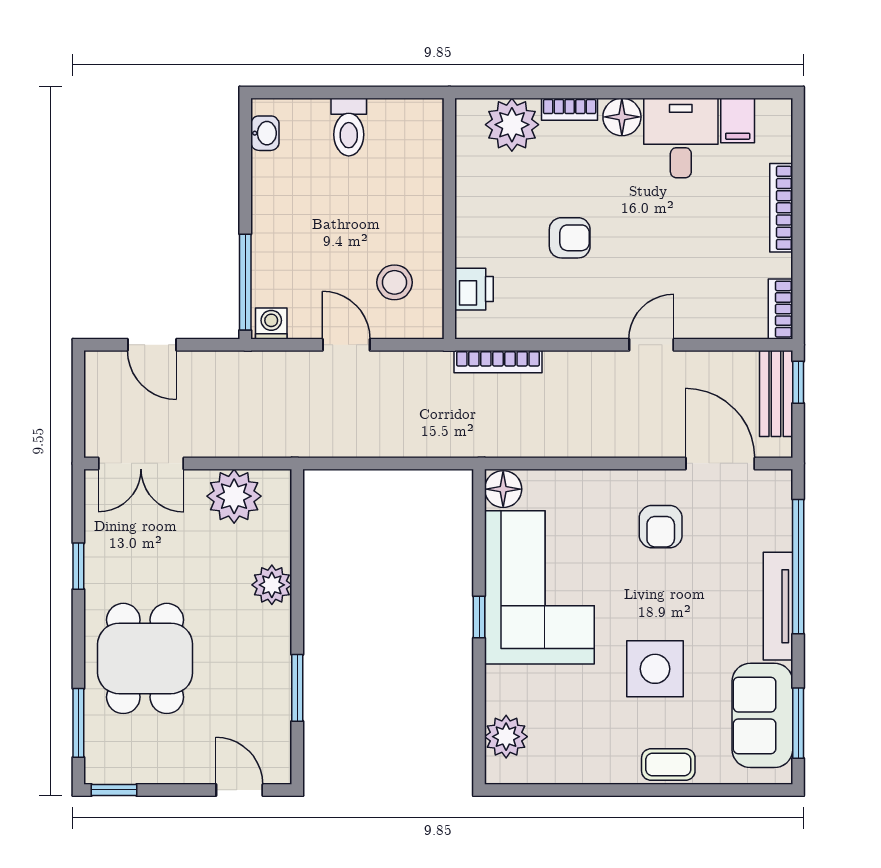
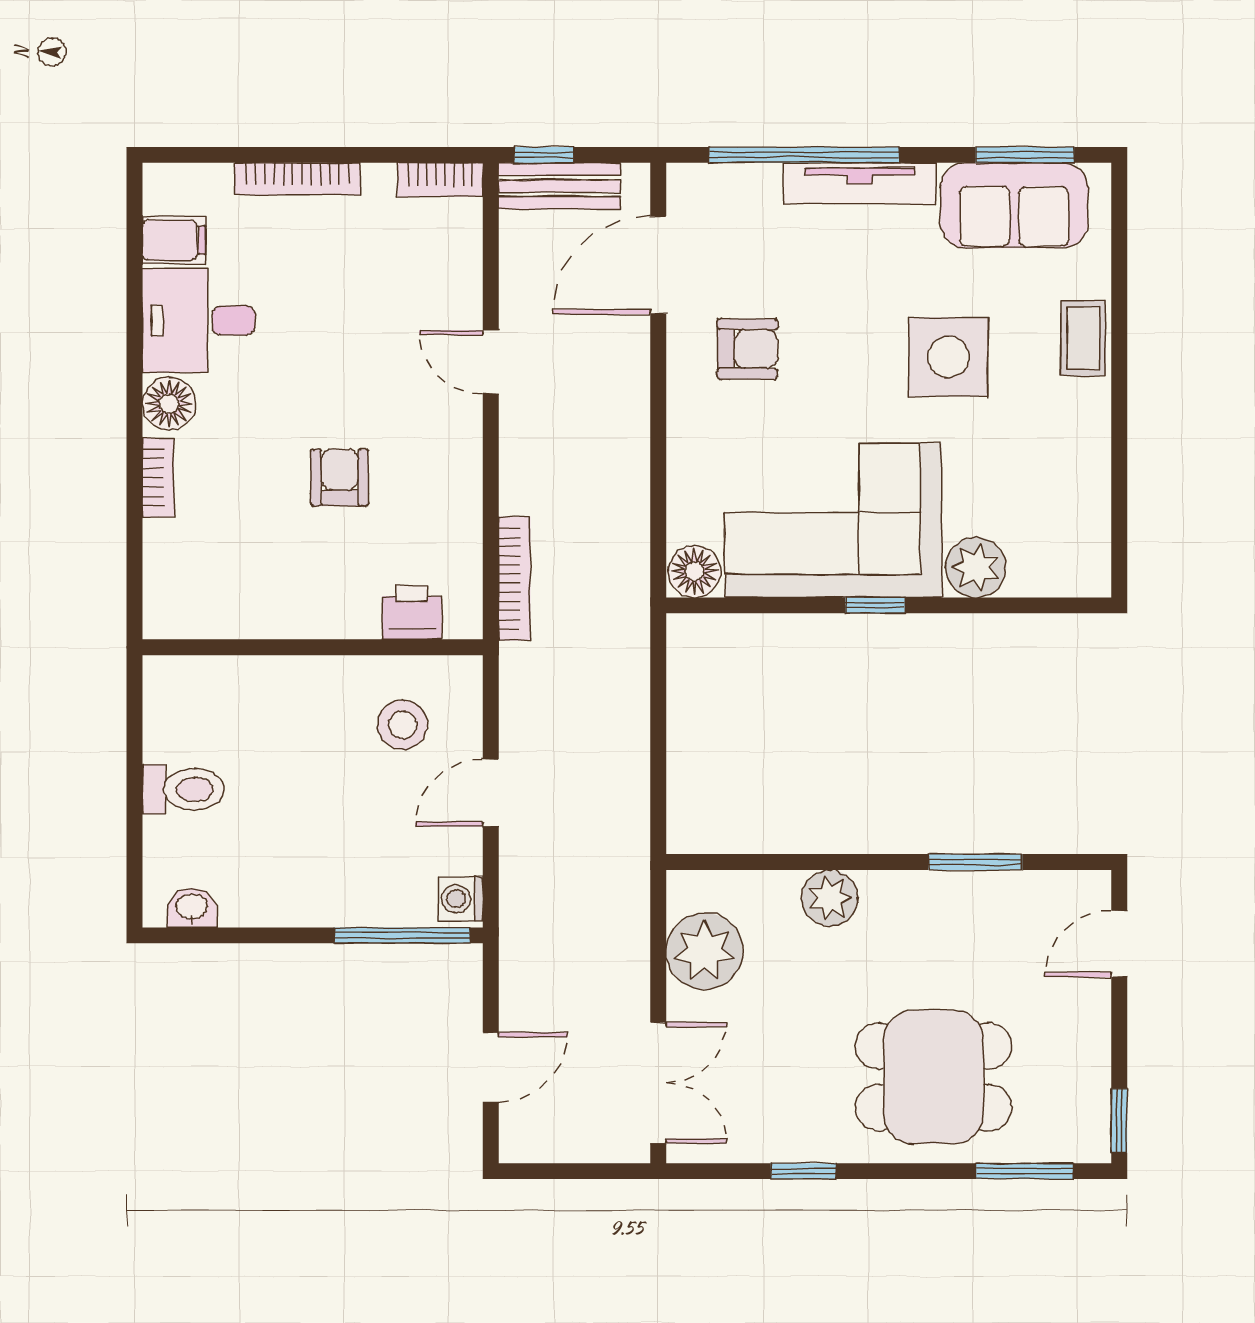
plant: (512, 125) -> (180, 559), removed
plant: (506, 737) -> (976, 567), moved

